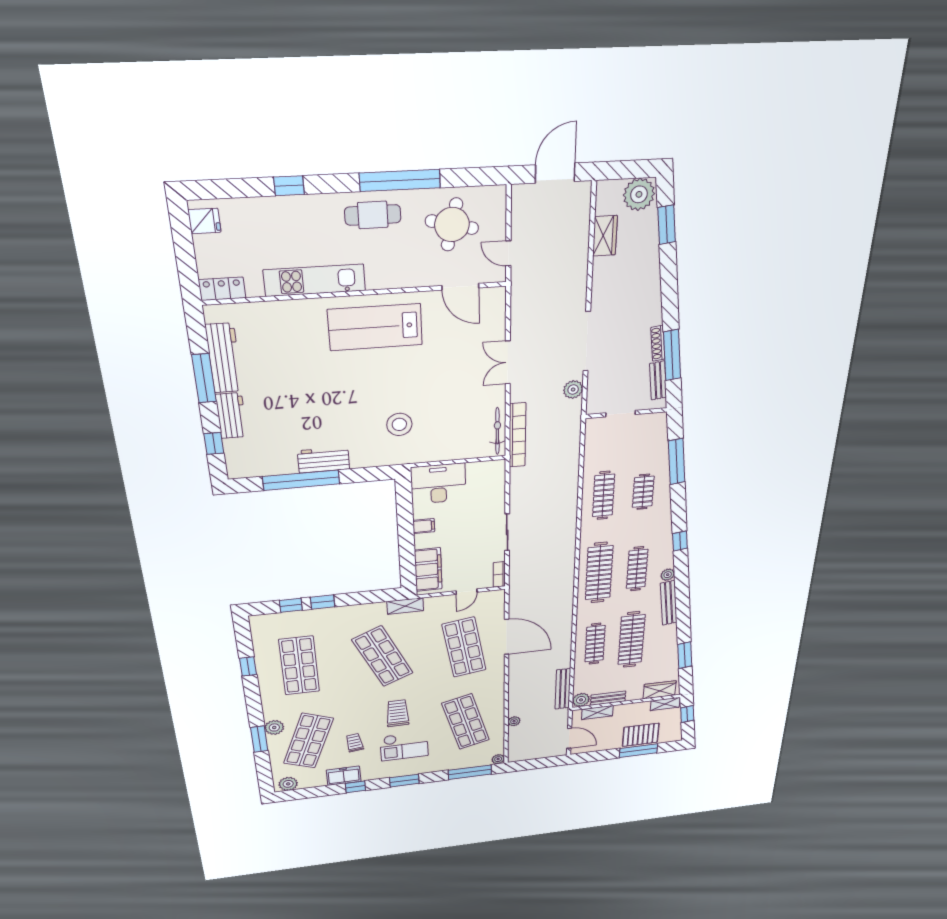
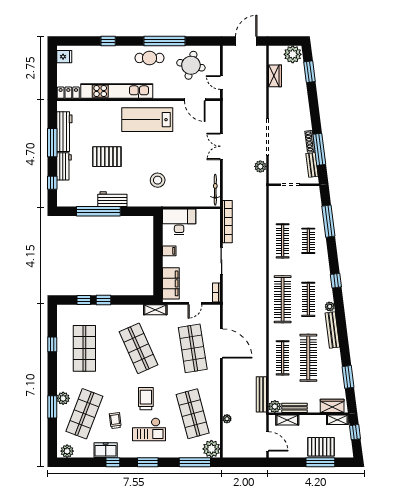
kitchen unit: (315, 280) -> (117, 91), width x1.36
pallet: (307, 394) -> (107, 157), added
bookcase: (517, 435) -> (227, 222), moved
plant: (498, 759) -> (211, 449), width x1.88, depth x1.88

